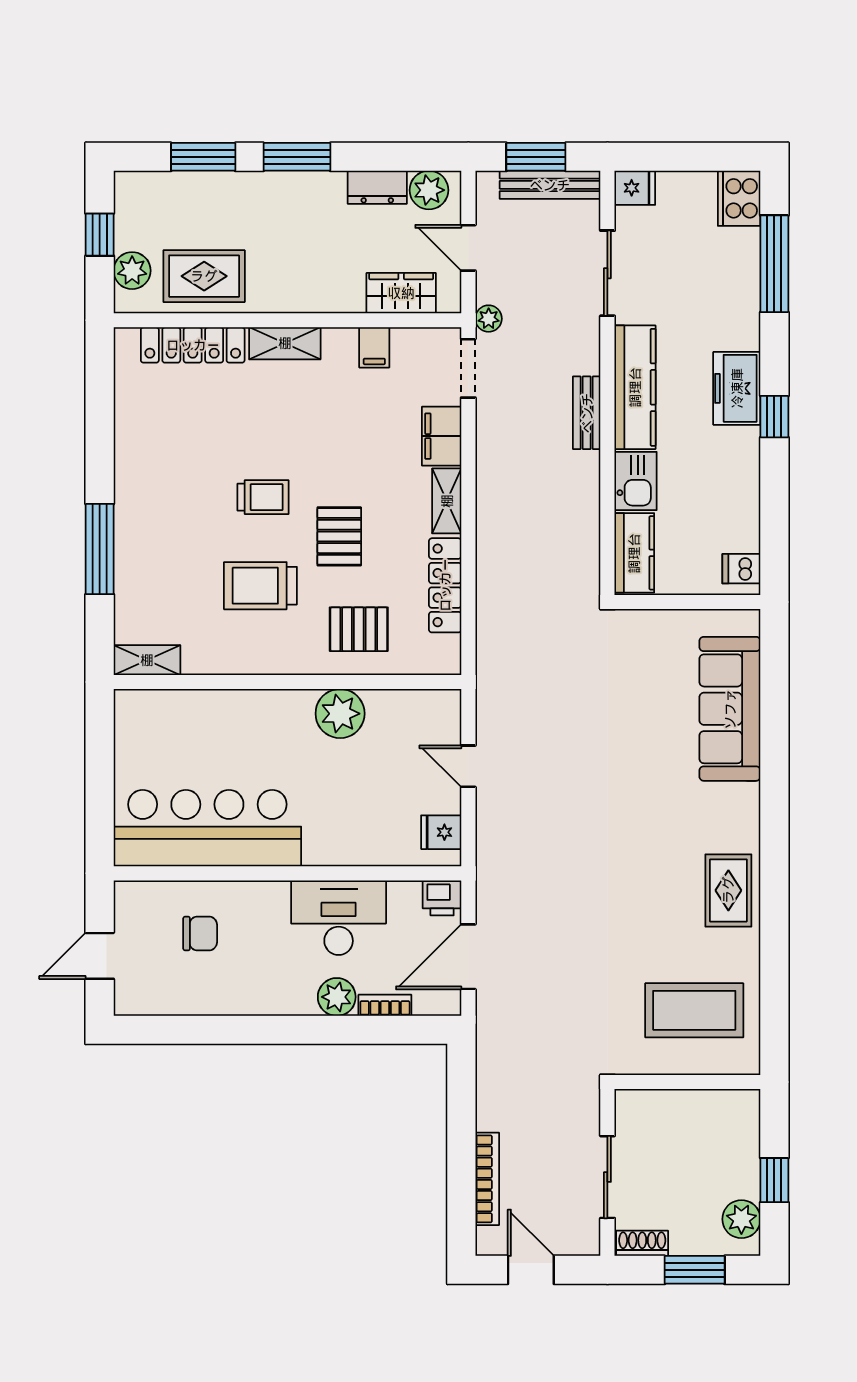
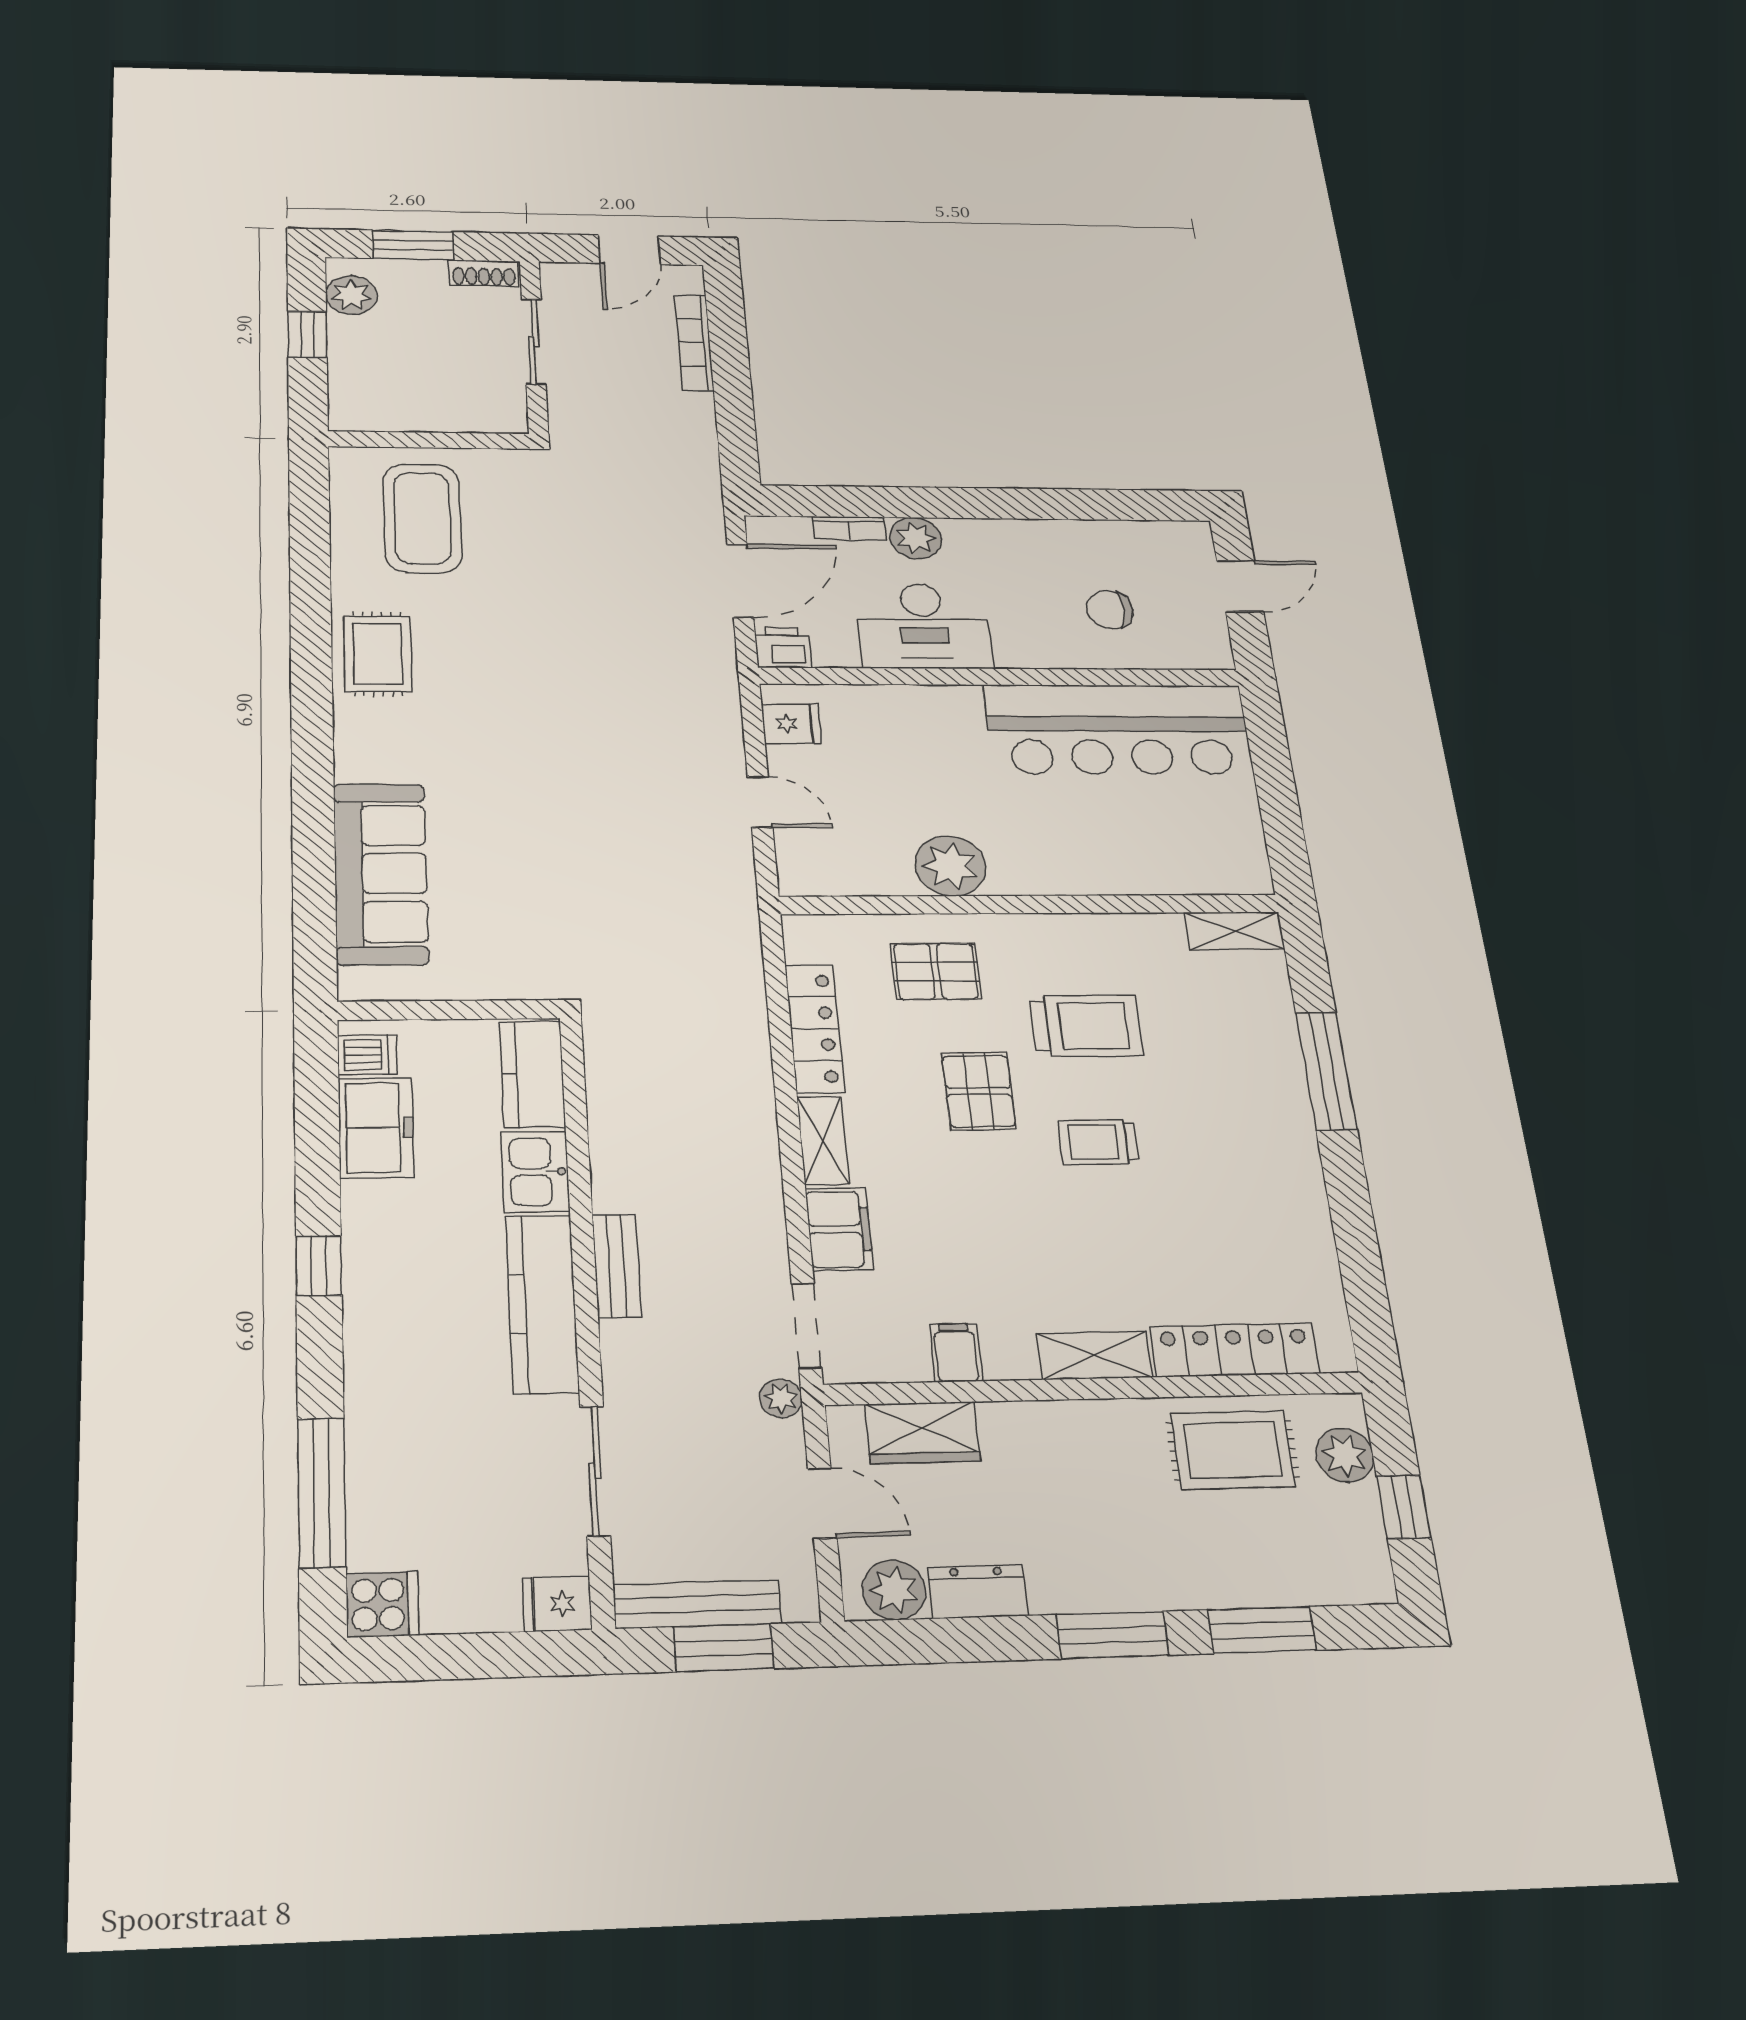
cooker: (739, 198) -> (382, 1604), width x0.73
freezer: (737, 388) -> (376, 1128), moved
coffee table: (694, 1010) -> (422, 518), turned 90
door: (531, 1270) -> (629, 250), hinge flipped

